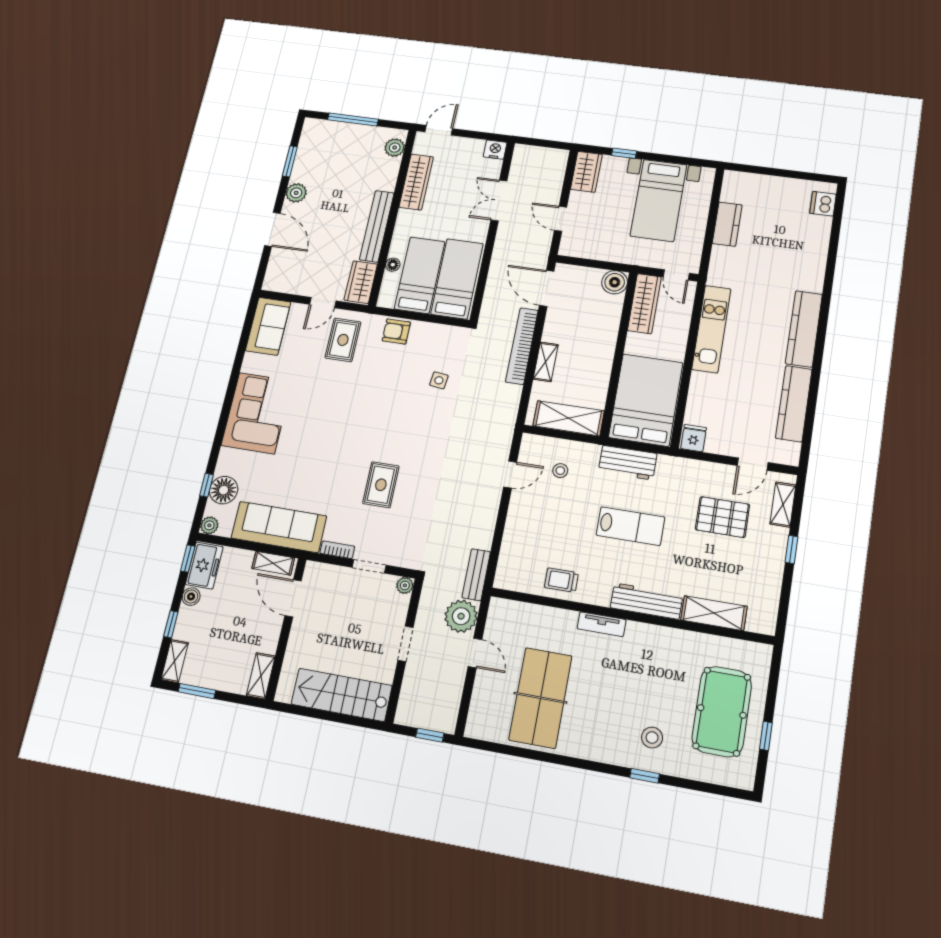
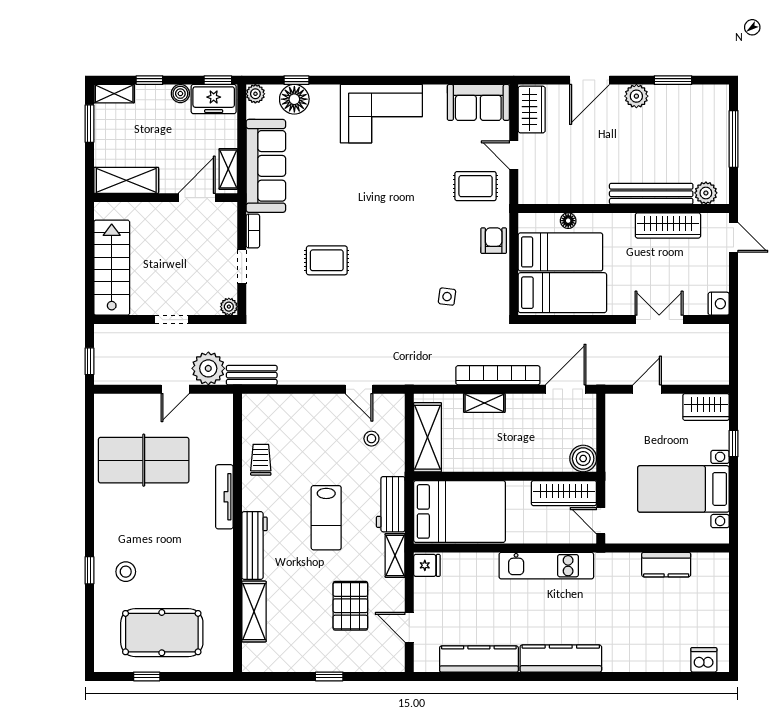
bench: (377, 226) -> (651, 194), moved
door: (676, 275) -> (601, 521), hinge flipped
wardrobe: (361, 282) -> (532, 110), moved, turned 90
shelving: (783, 504) -> (395, 555), moved, turned 90
tv unit: (602, 624) -> (224, 497), width x1.41
shelving: (261, 676) -> (126, 180), width x1.50, depth x1.33

